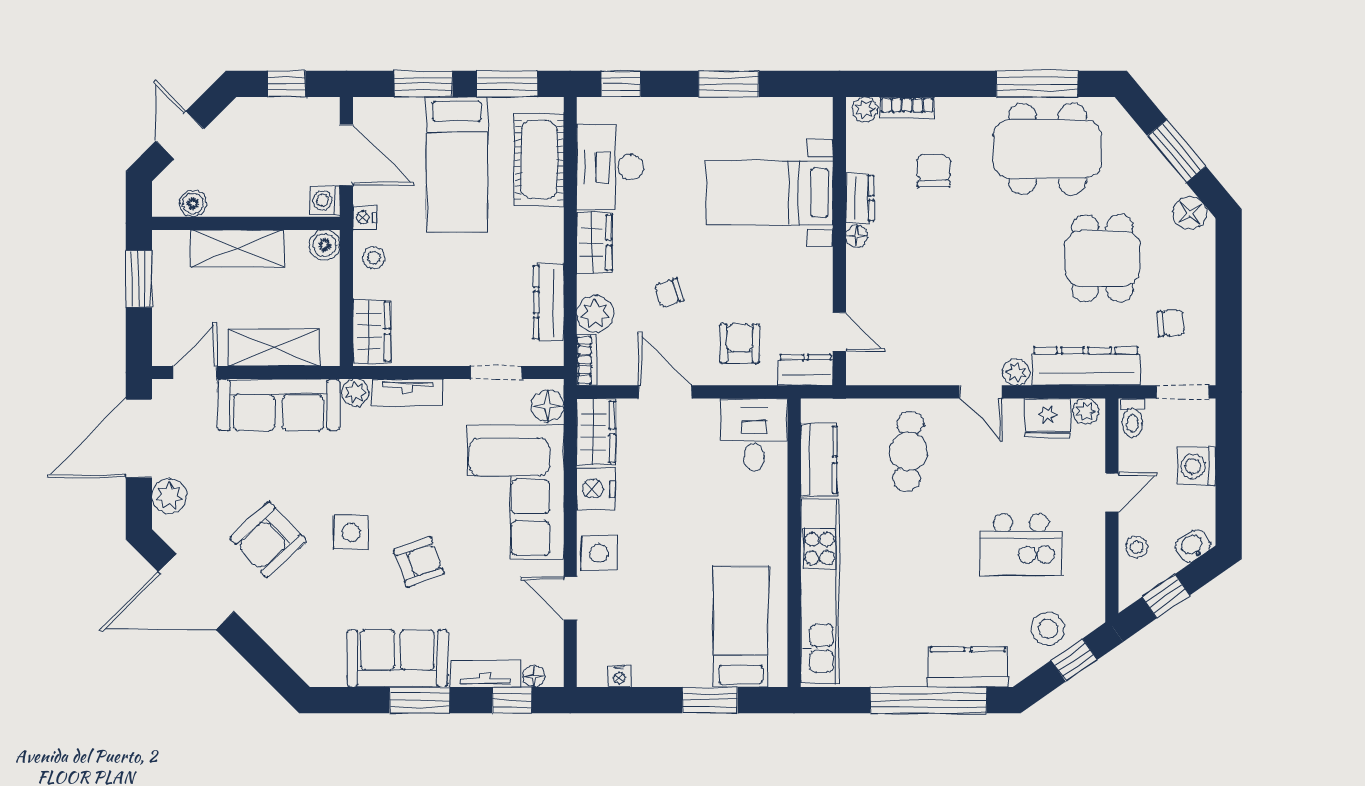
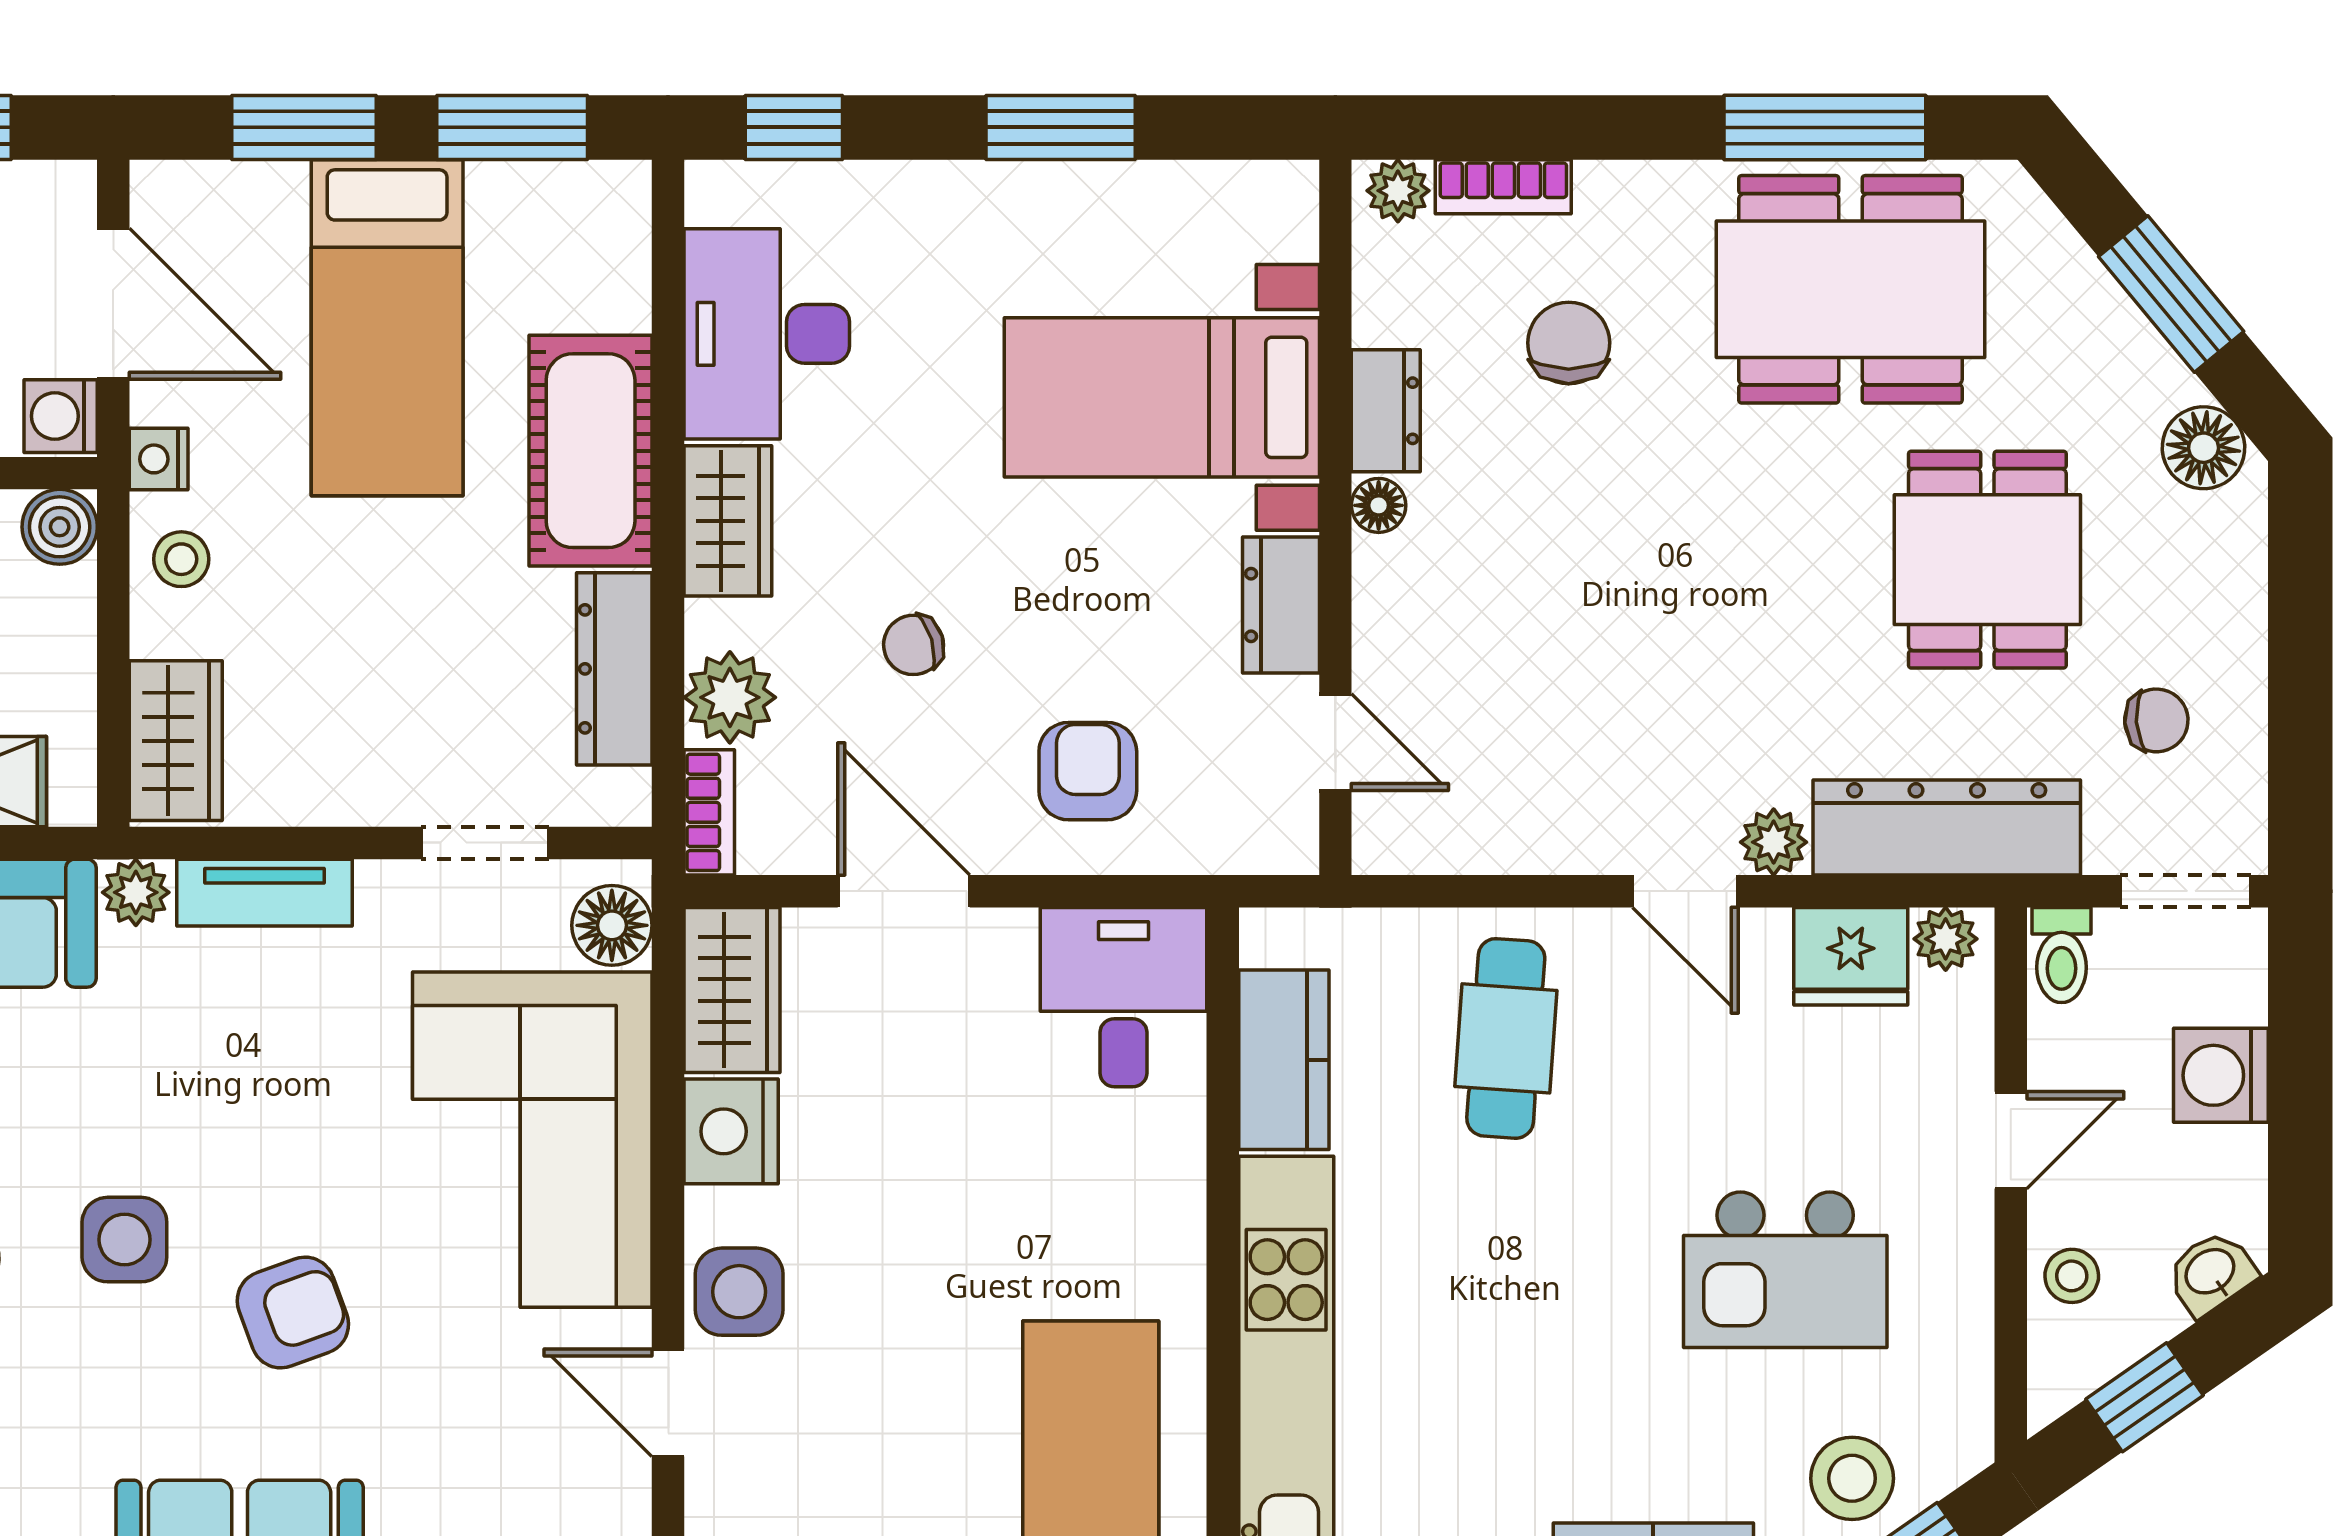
cot: (539, 160) -> (591, 451), moved
dresser: (805, 370) -> (1281, 605), moved, turned -90

